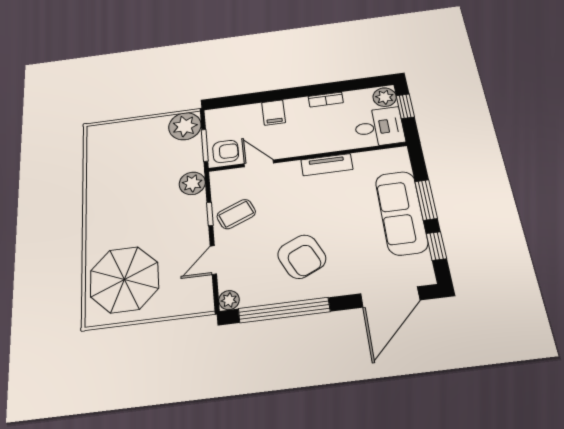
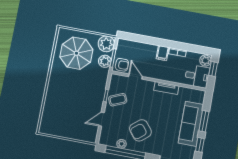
filing cabinet: (274, 113) -> (163, 53), moved
plant: (192, 183) -> (105, 61), moved
armchair: (302, 257) -> (140, 130), turned 76
parasol: (124, 279) -> (76, 53), moved
plant: (229, 300) -> (122, 144), moved

